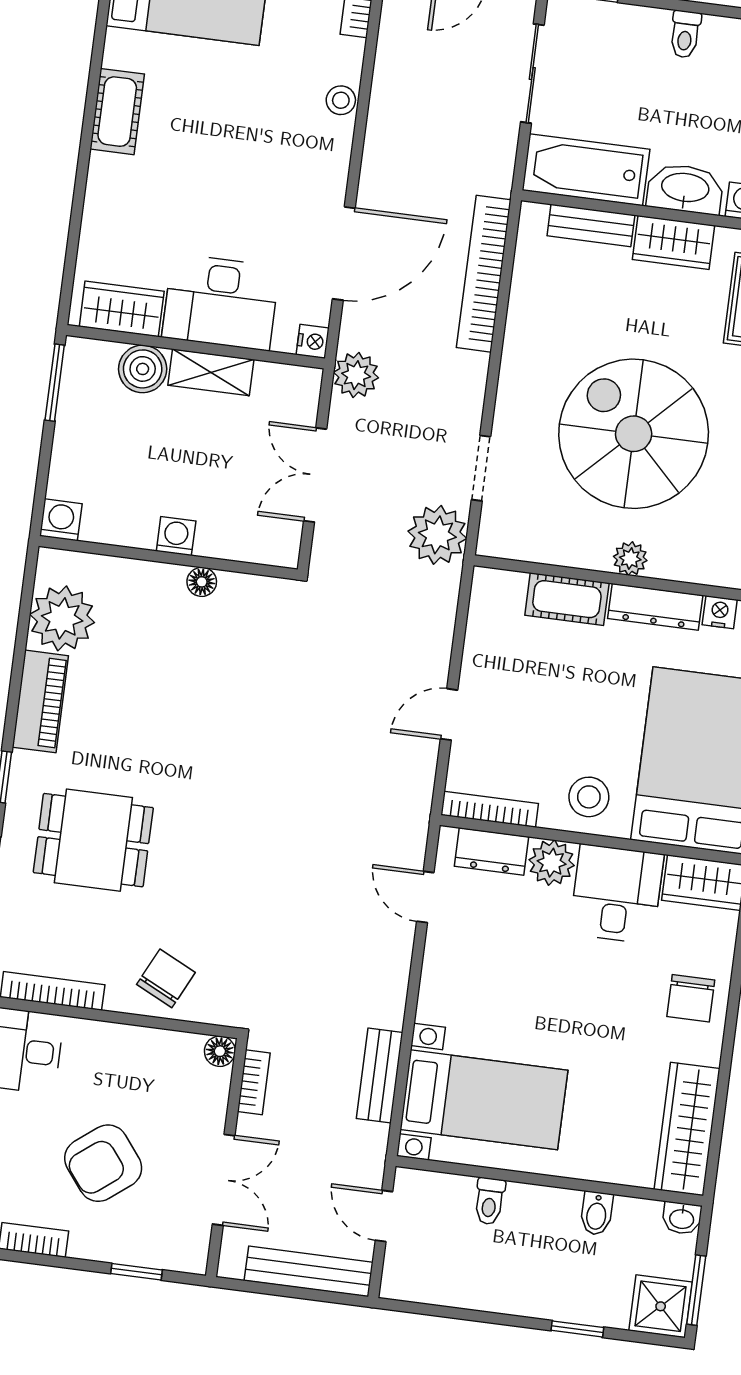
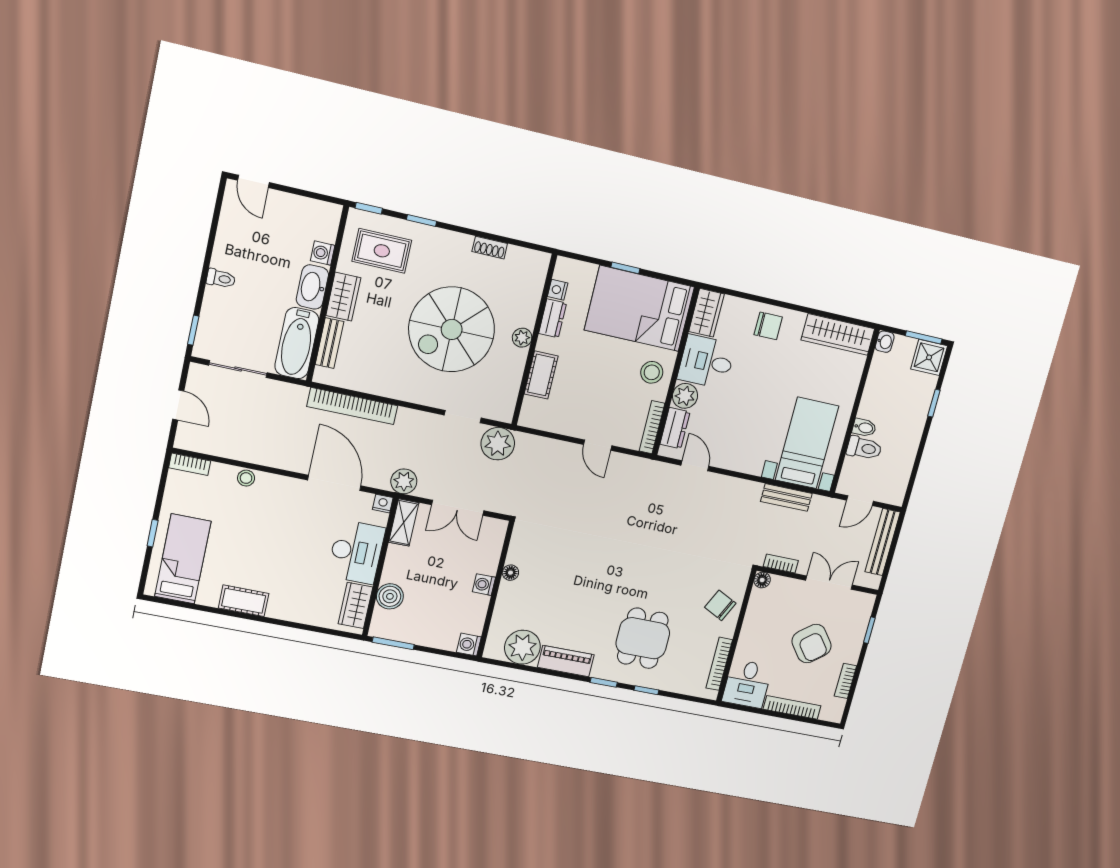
shelving: (211, 372) -> (404, 523), moved
dresser: (655, 607) -> (553, 318), width x0.70
door: (425, 897) -> (695, 466), swing flipped
toilet: (489, 1201) -> (864, 448), width x1.37, depth x1.39
bidet: (597, 1213) -> (864, 428), moved

